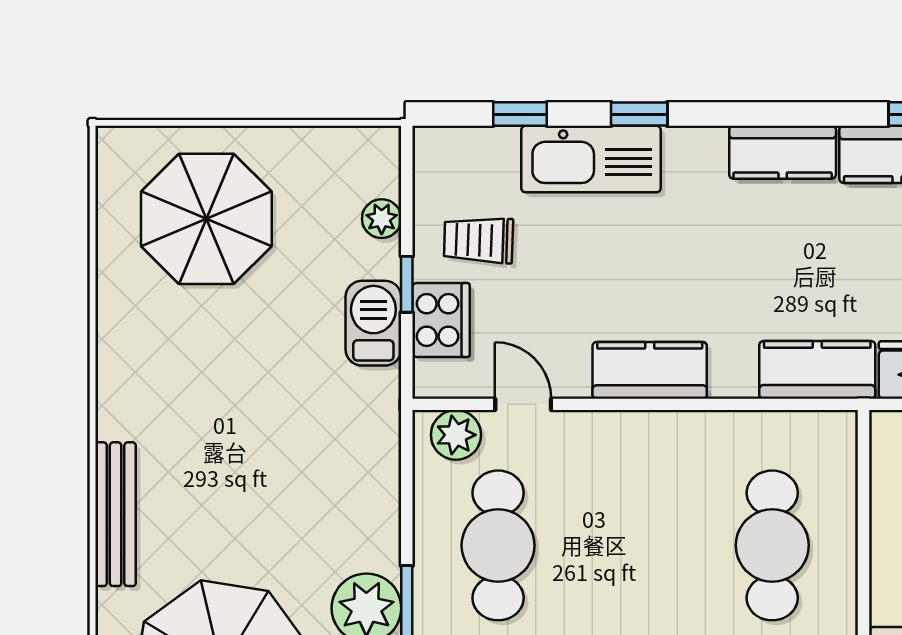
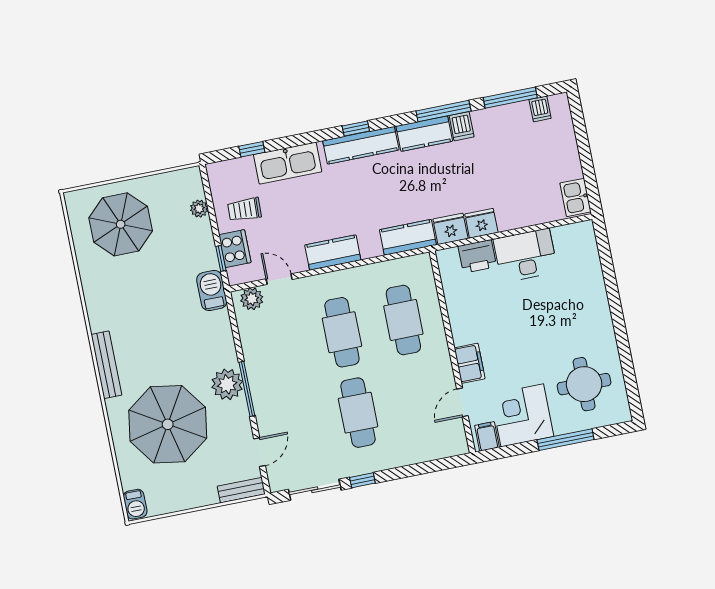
window: (639, 114) -> (356, 128), moved
kitchen counter: (783, 152) -> (361, 145), width x1.50
window: (407, 284) -> (221, 258), moved
barbecue: (373, 323) -> (212, 291), moved
cafe table: (498, 545) -> (342, 332), moved

